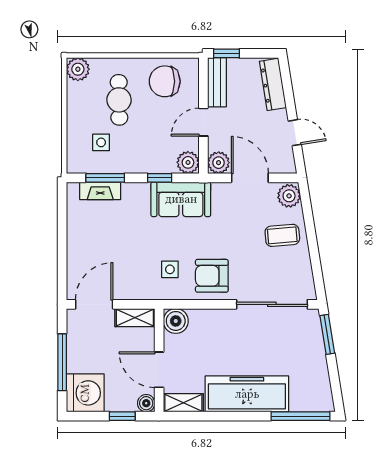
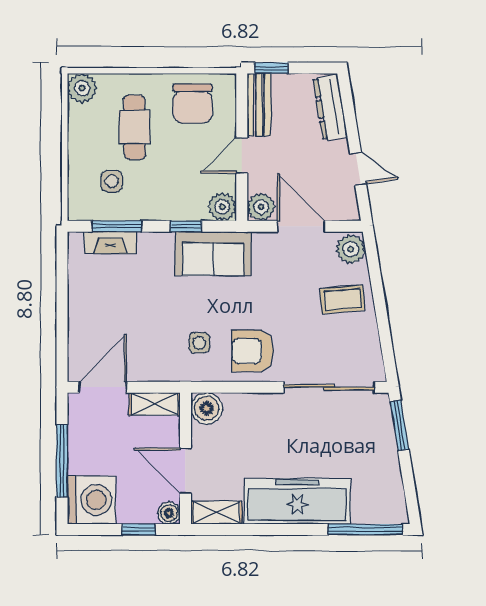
chair: (165, 81) -> (193, 103), turned -90

